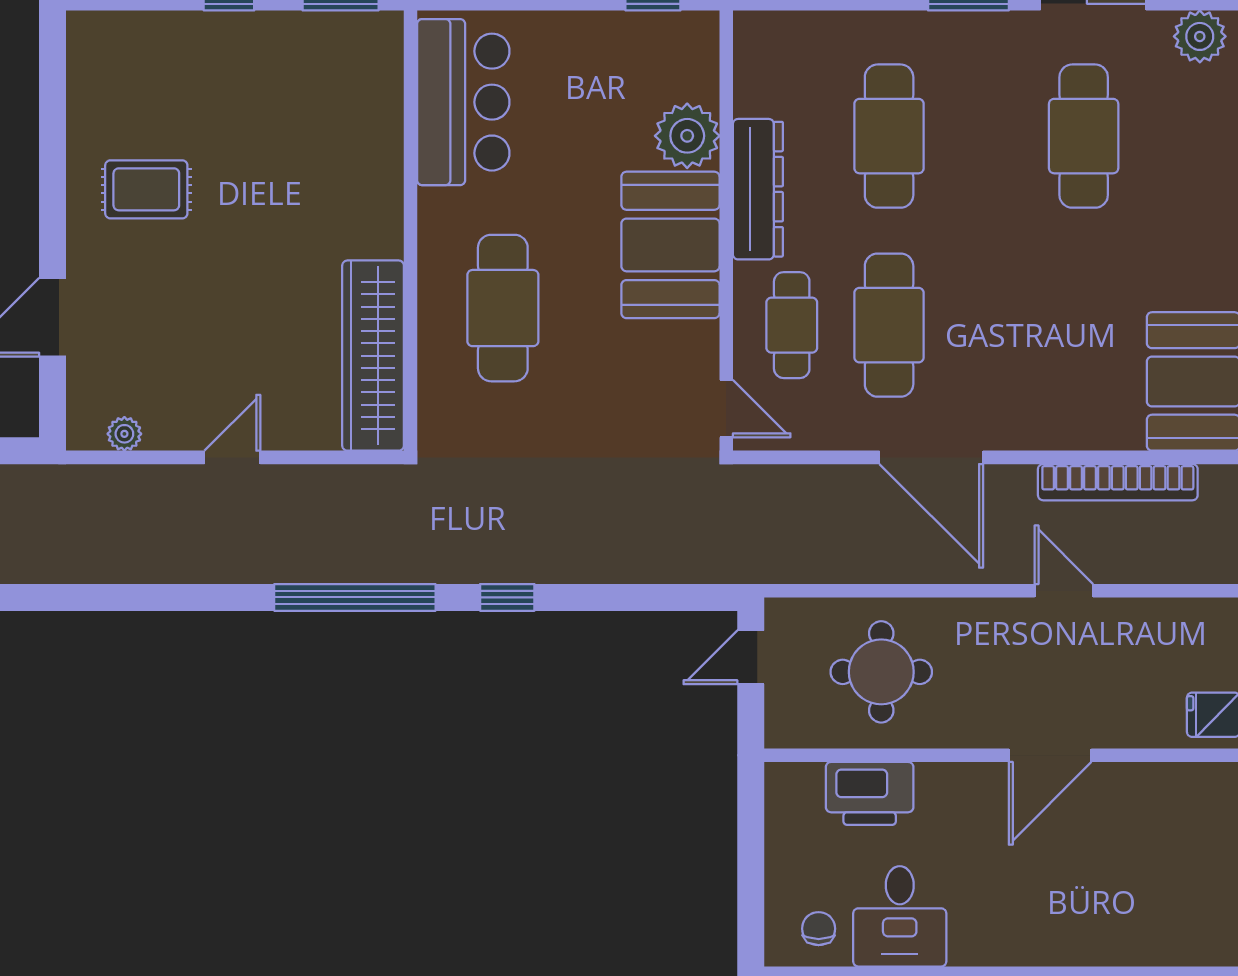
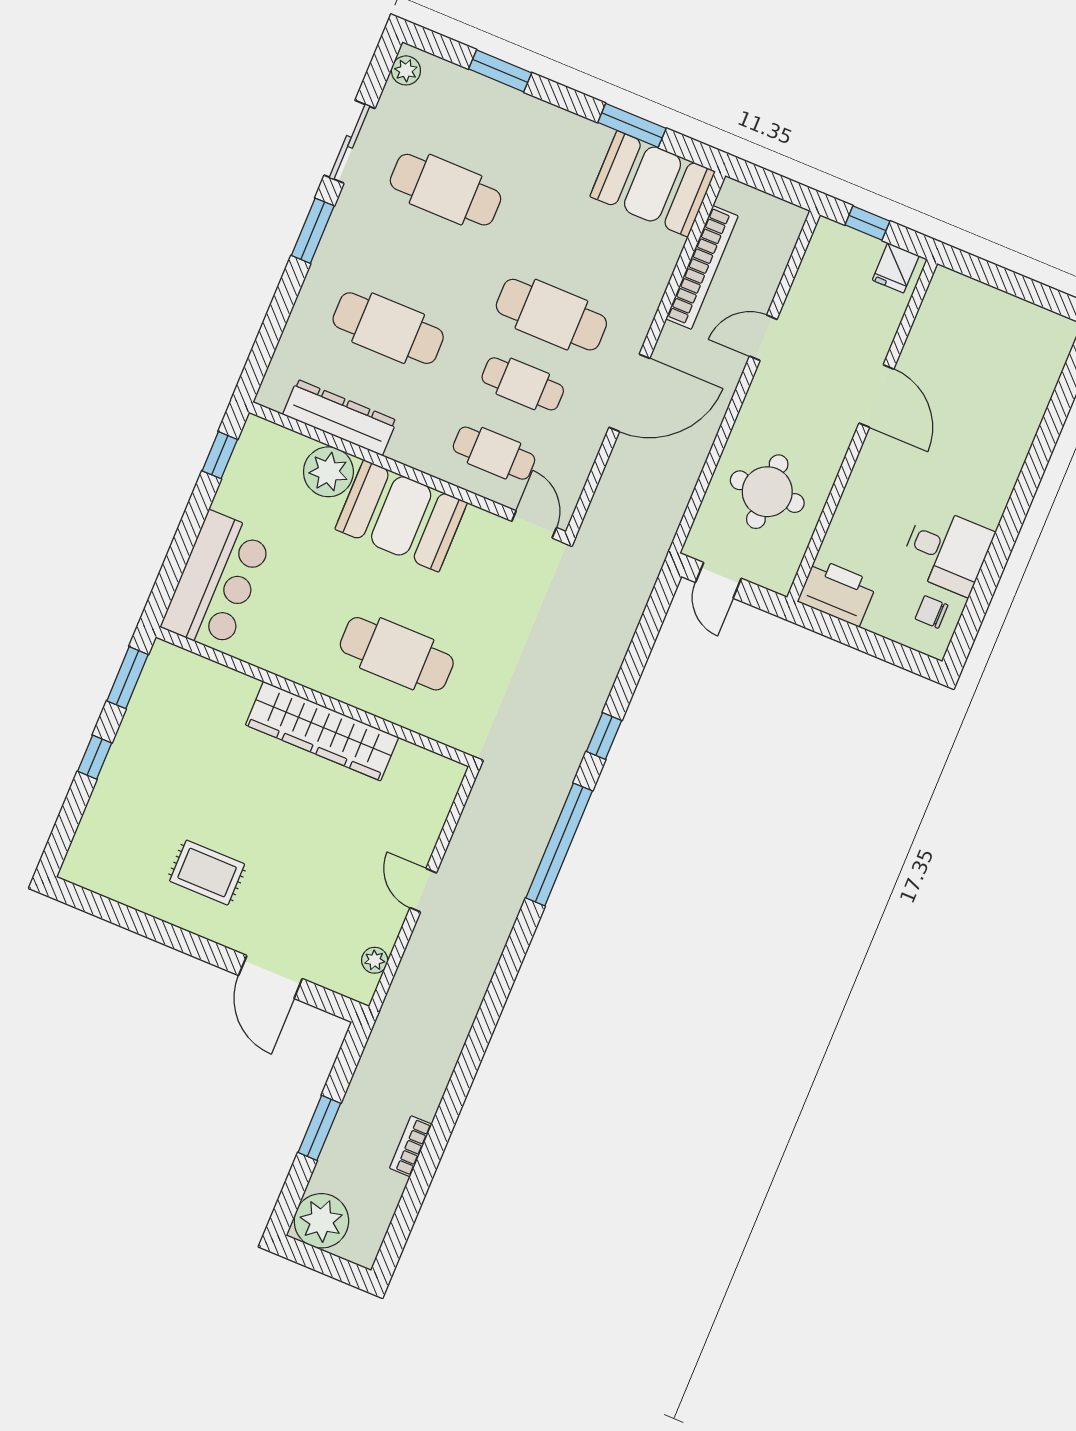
plant: (1200, 36) -> (406, 70), width x0.73, depth x0.73
bar counter: (463, 102) -> (217, 581), moved, turned 90
rug: (146, 189) -> (207, 873), turned 90
dresser: (758, 189) -> (340, 417), moved
cafe table: (889, 325) -> (523, 384), width x0.73, depth x0.74
cafe table: (986, 325) -> (551, 315), added
wardrobe: (373, 356) -> (322, 731), moved
door: (726, 409) -> (534, 524), hinge flipped
printer: (870, 793) -> (837, 592), moved, turned -90

